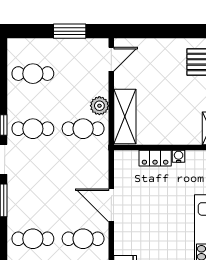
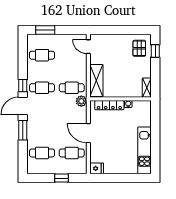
window: (70, 31) -> (45, 30), moved
door: (111, 59) -> (88, 47), swing flipped
plant: (99, 106) -> (81, 101), moved
locker: (155, 158) -> (109, 105), width x1.53

